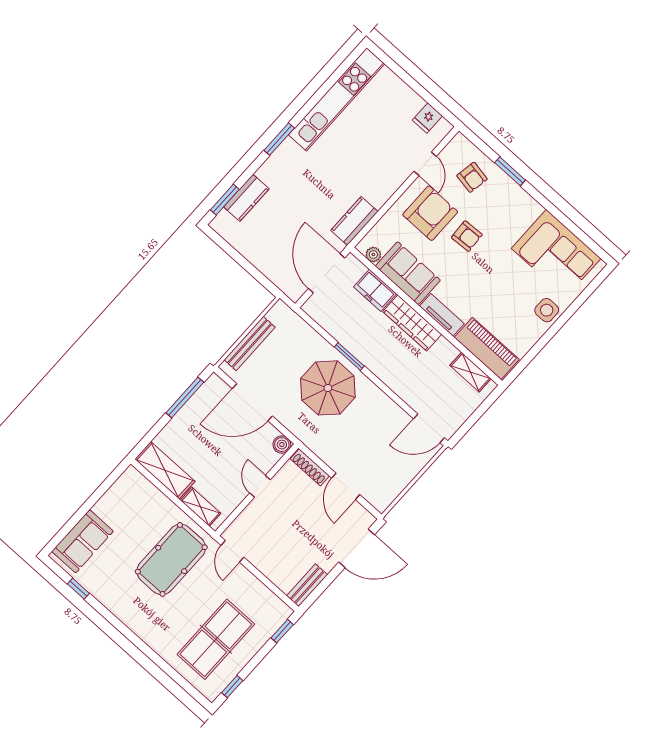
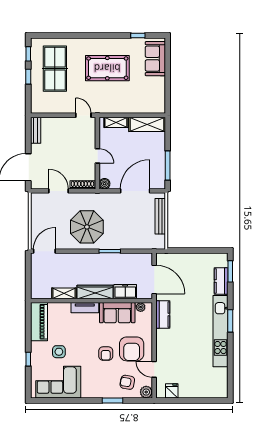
kitchen unit: (337, 99) -> (220, 331), moved
plant: (460, 145) -> (146, 392), added
armchair: (467, 236) -> (106, 354), turned -87
side table: (547, 310) -> (59, 352), moved
window: (567, 314) -> (28, 359), added
piano: (487, 348) -> (39, 322), moved, turned -90
shelving: (470, 372) -> (64, 293), moved
parasol: (328, 388) -> (87, 227), moved
pool table: (171, 559) -> (107, 68), moved, turned 90
window: (282, 631) -> (28, 77), moved

